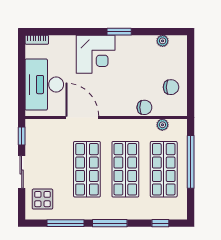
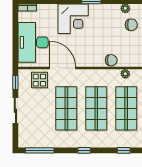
chair: (171, 87) -> (131, 25), moved
display table: (42, 199) -> (39, 80), moved
window: (66, 223) -> (40, 150), moved
window: (110, 223) -> (84, 150), width x0.46

